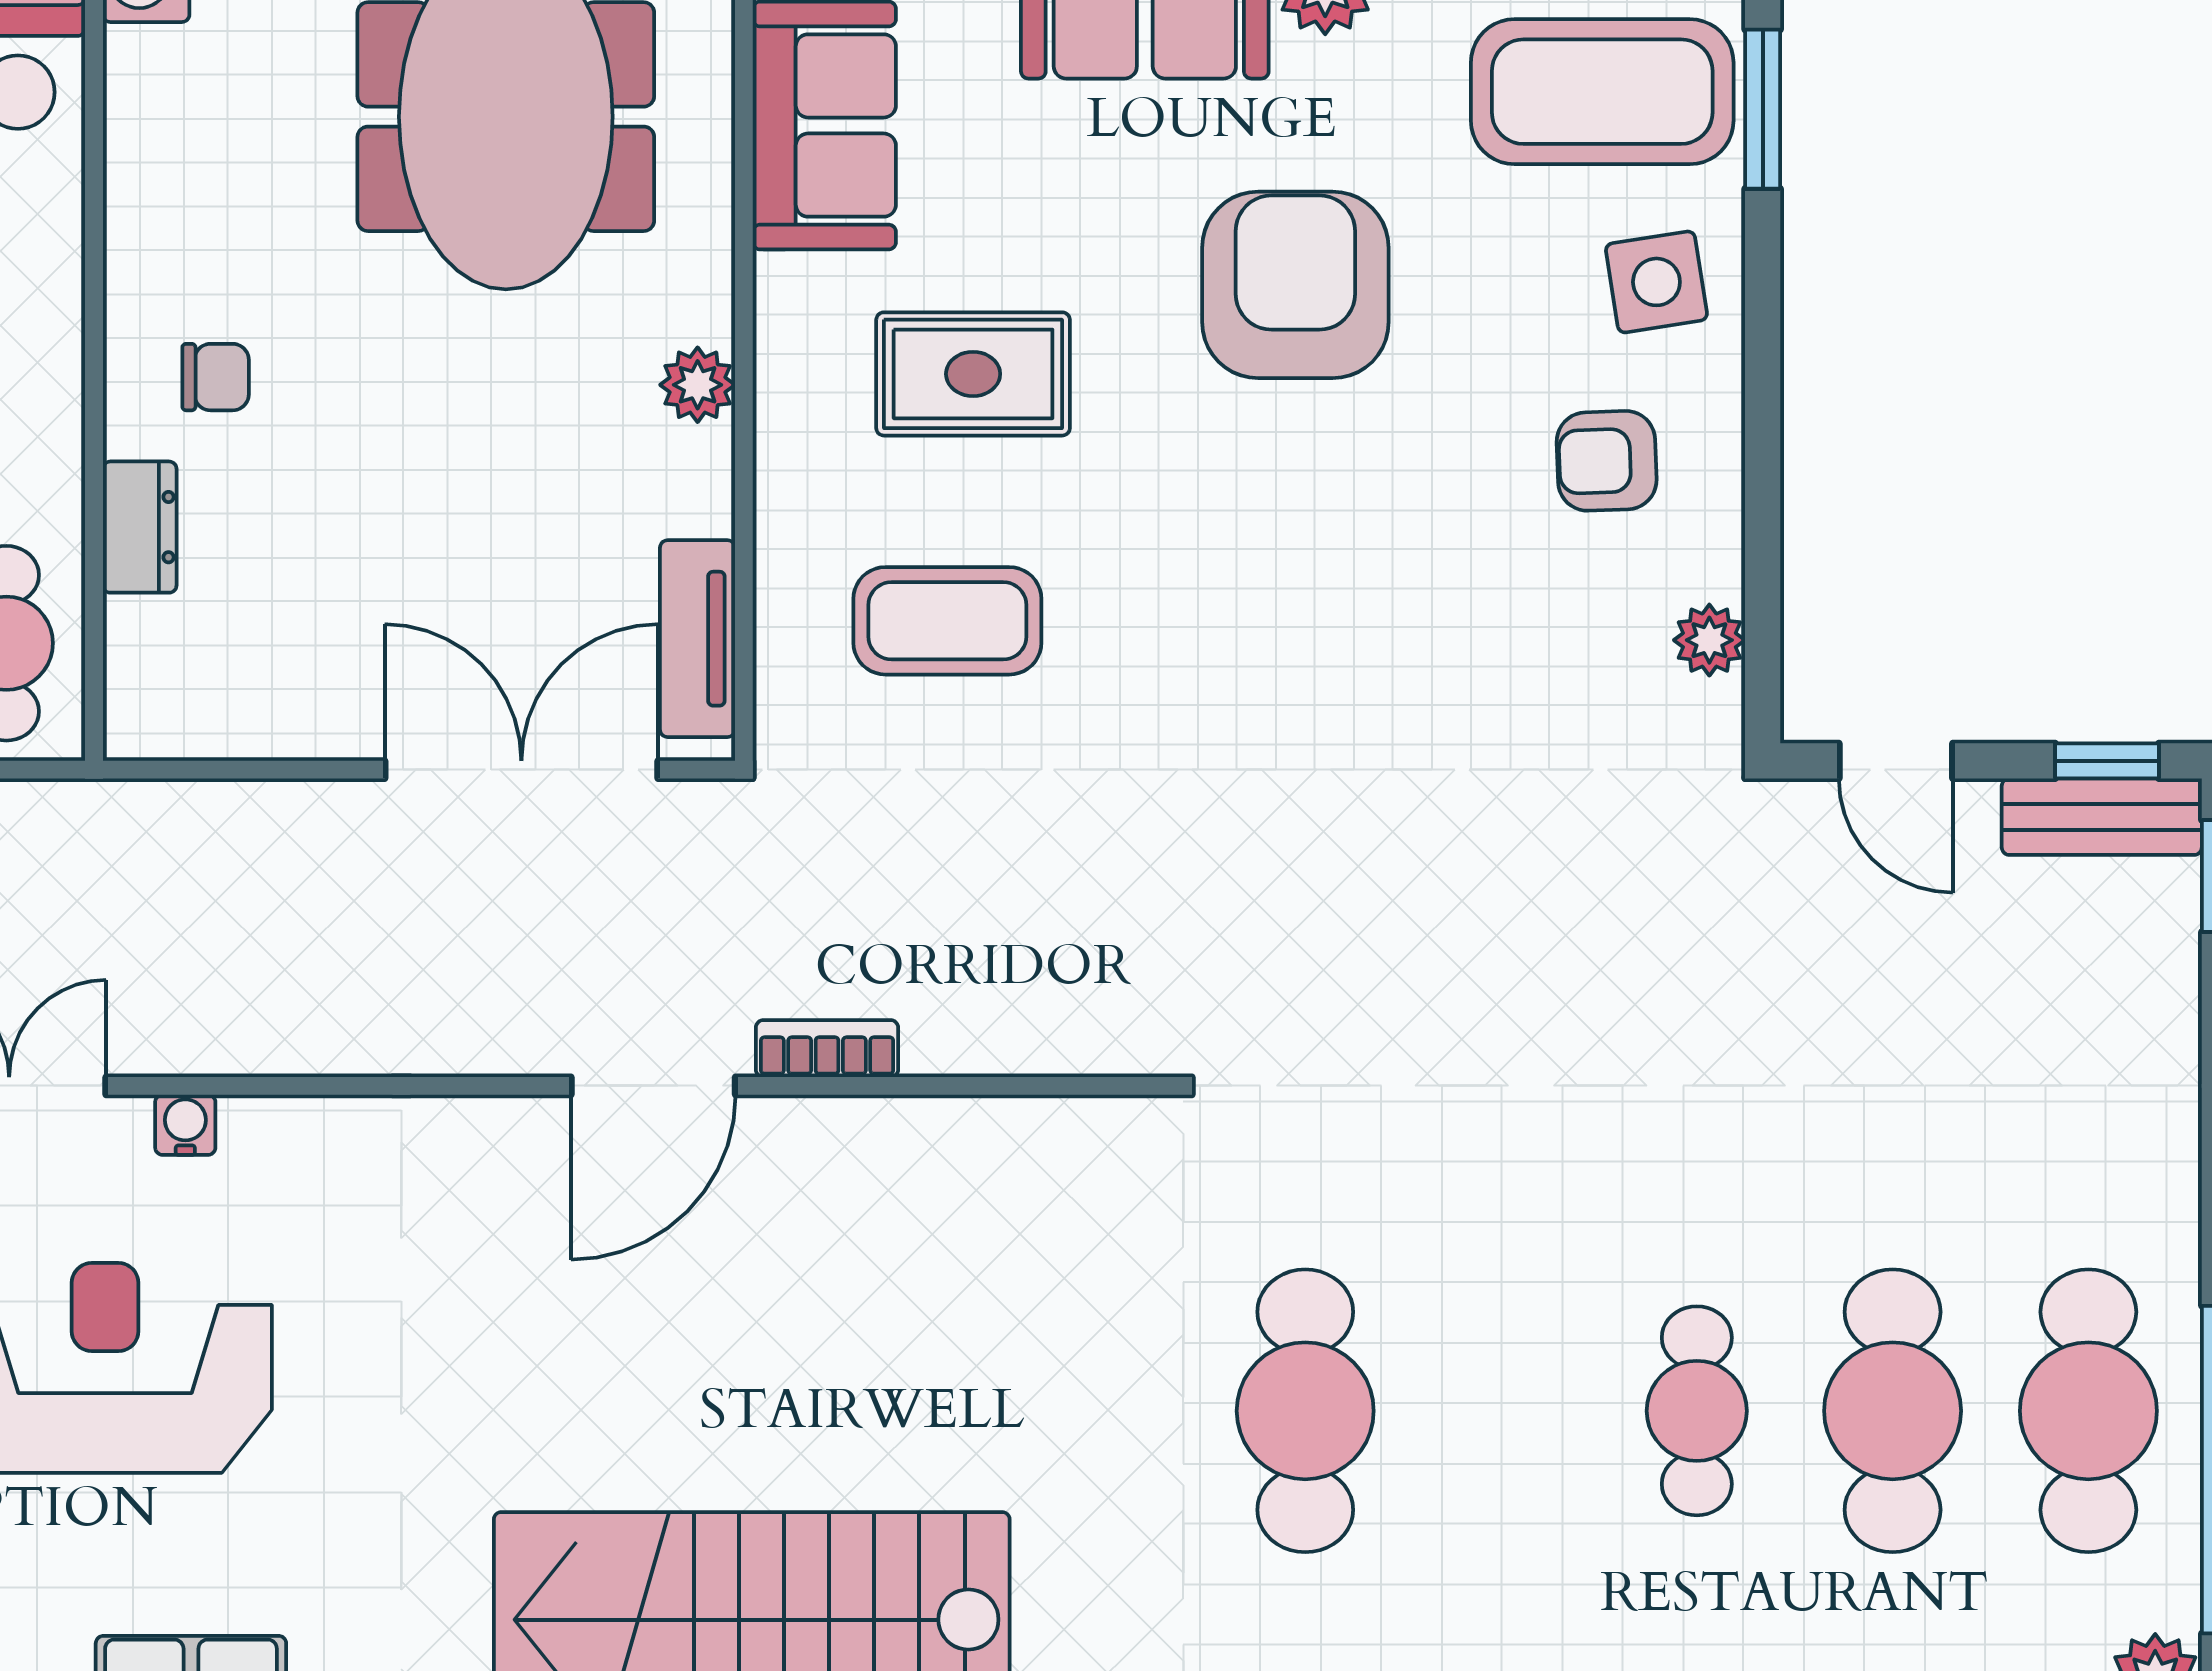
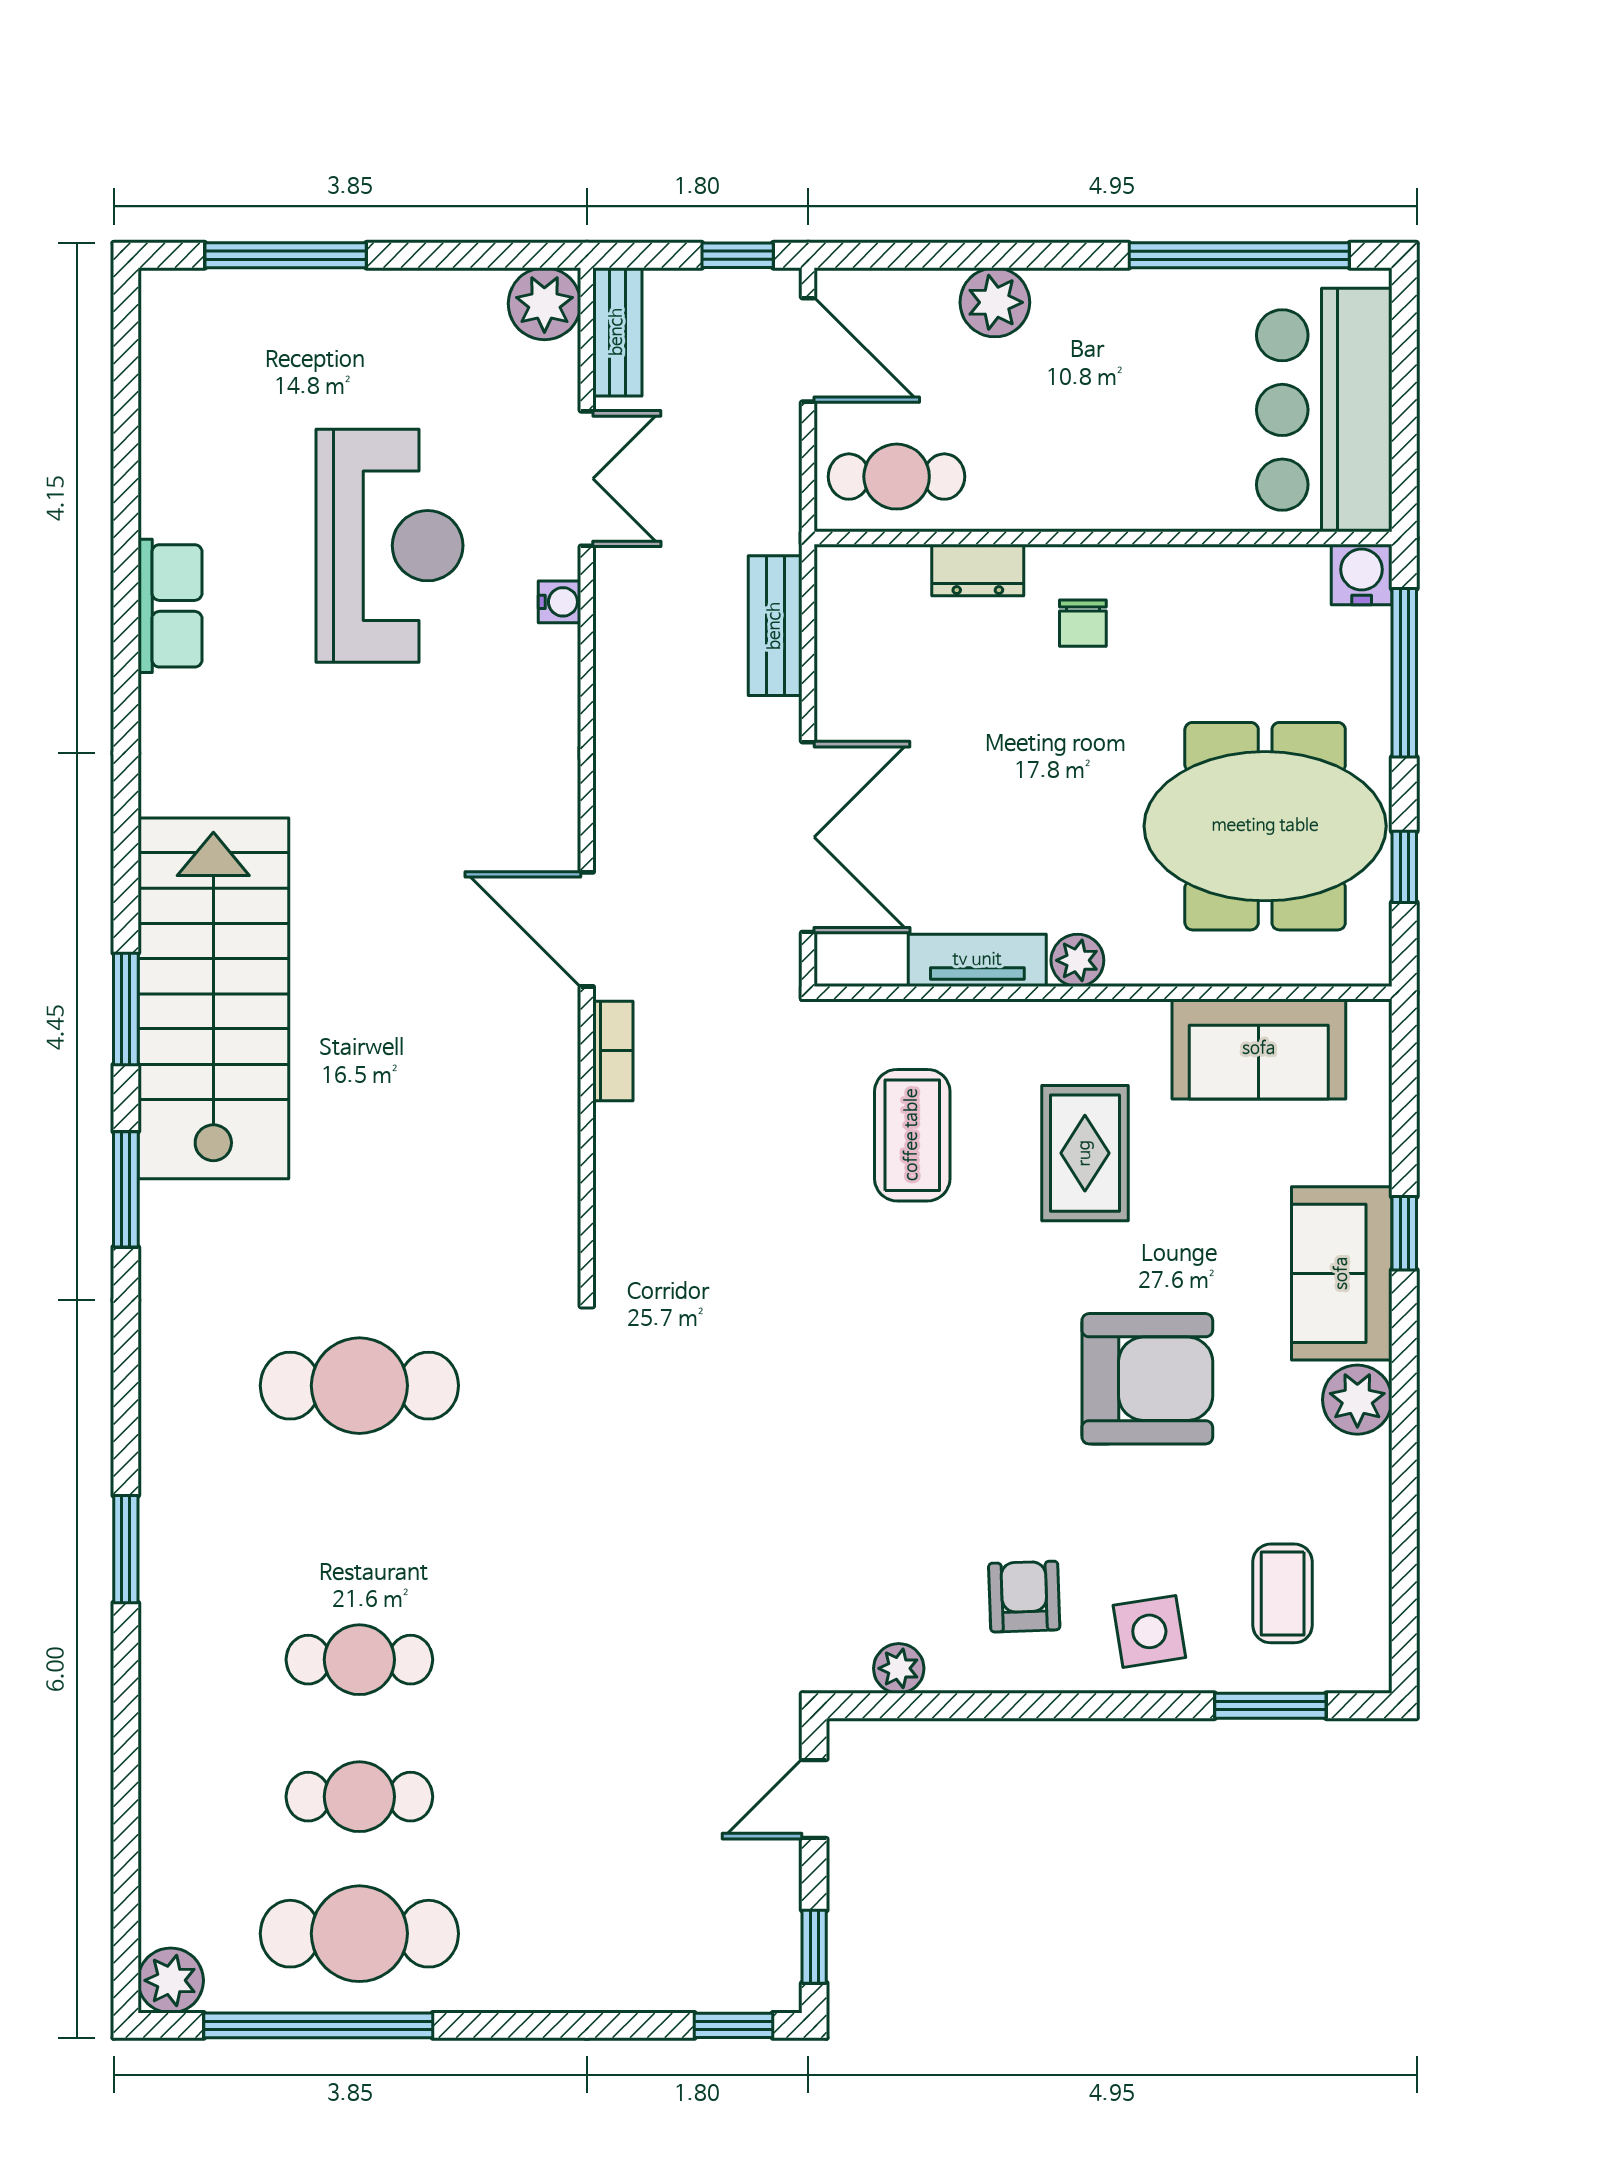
coffee table: (1602, 92) -> (1283, 1593), width x0.54, depth x0.58
tv unit: (698, 639) -> (977, 960), moved
bench: (2102, 817) -> (775, 626), moved
cafe table: (1893, 1411) -> (359, 1797), width x0.73, depth x0.74

